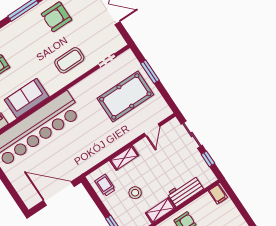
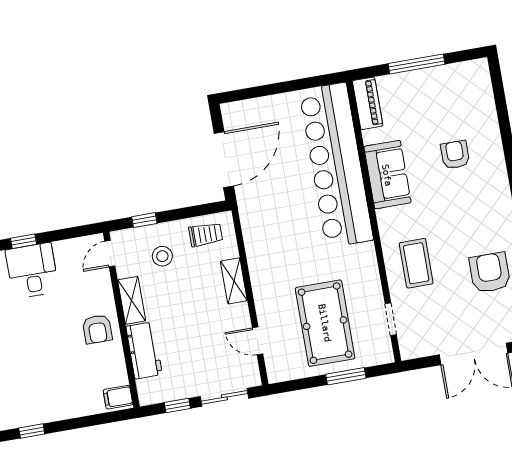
stool: (135, 193) -> (162, 256), moved

